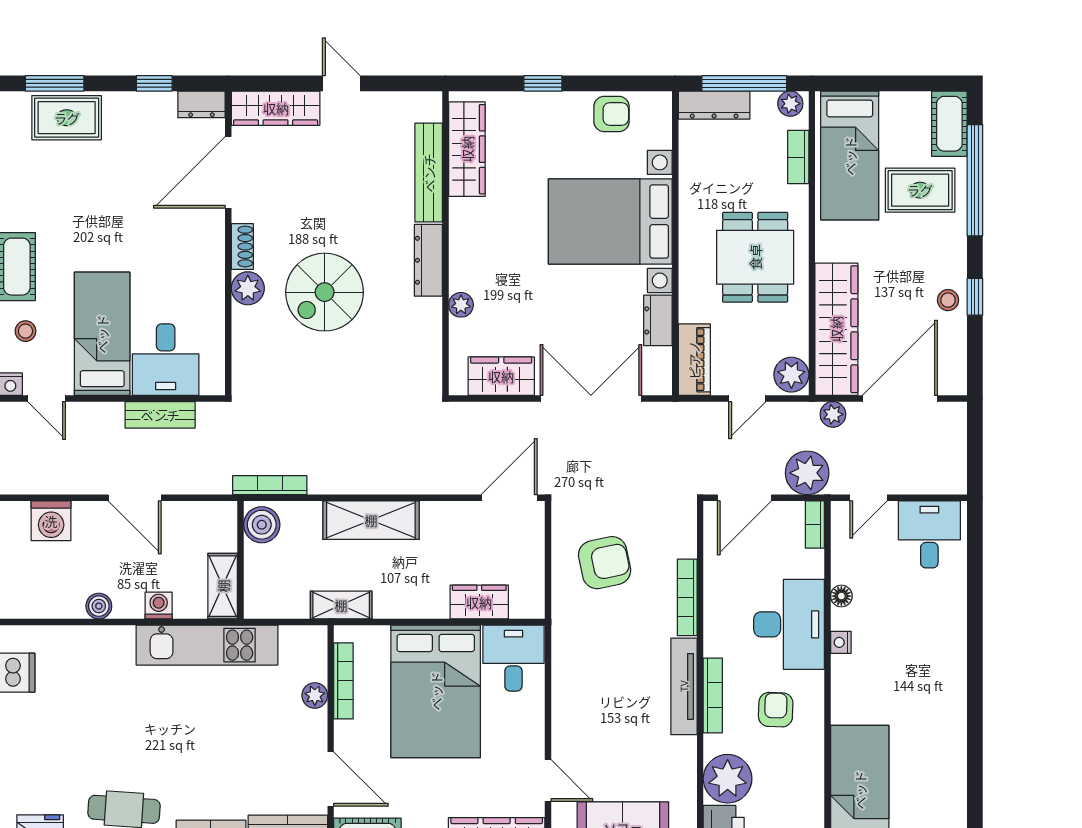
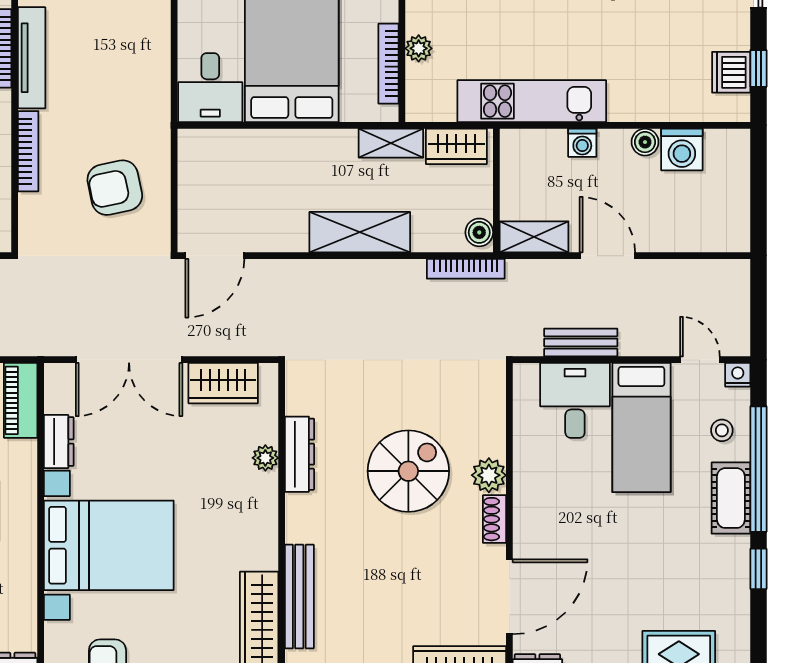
dresser: (428, 260) -> (299, 454), moved
washing machine: (51, 521) -> (682, 149), moved, turned 180
boiler: (262, 525) -> (479, 232), width x0.73, depth x0.73
shelving: (223, 586) -> (534, 237), moved, turned 90
wardrobe: (479, 602) -> (456, 146), moved

